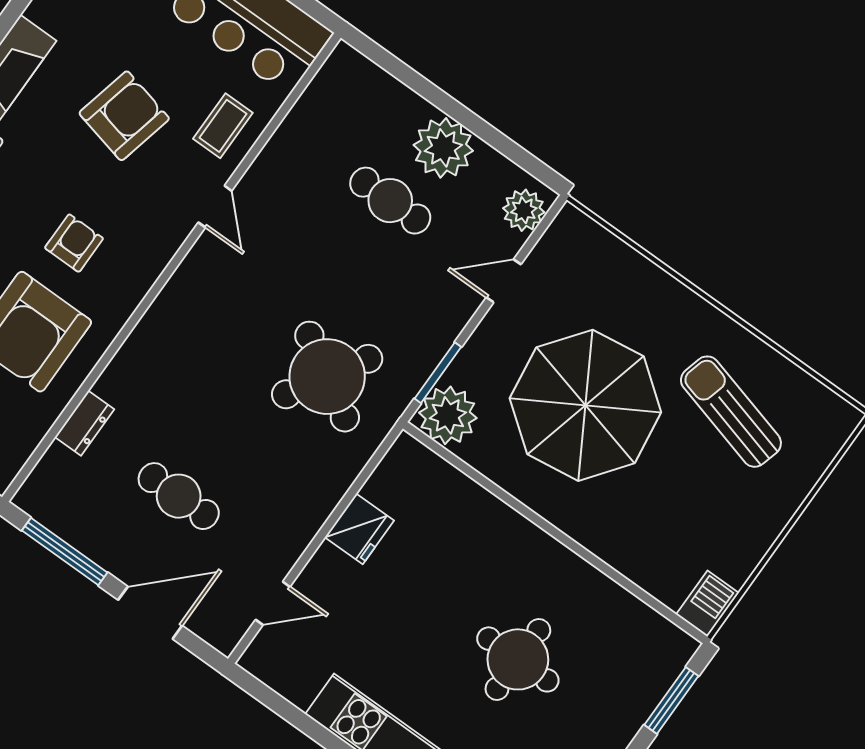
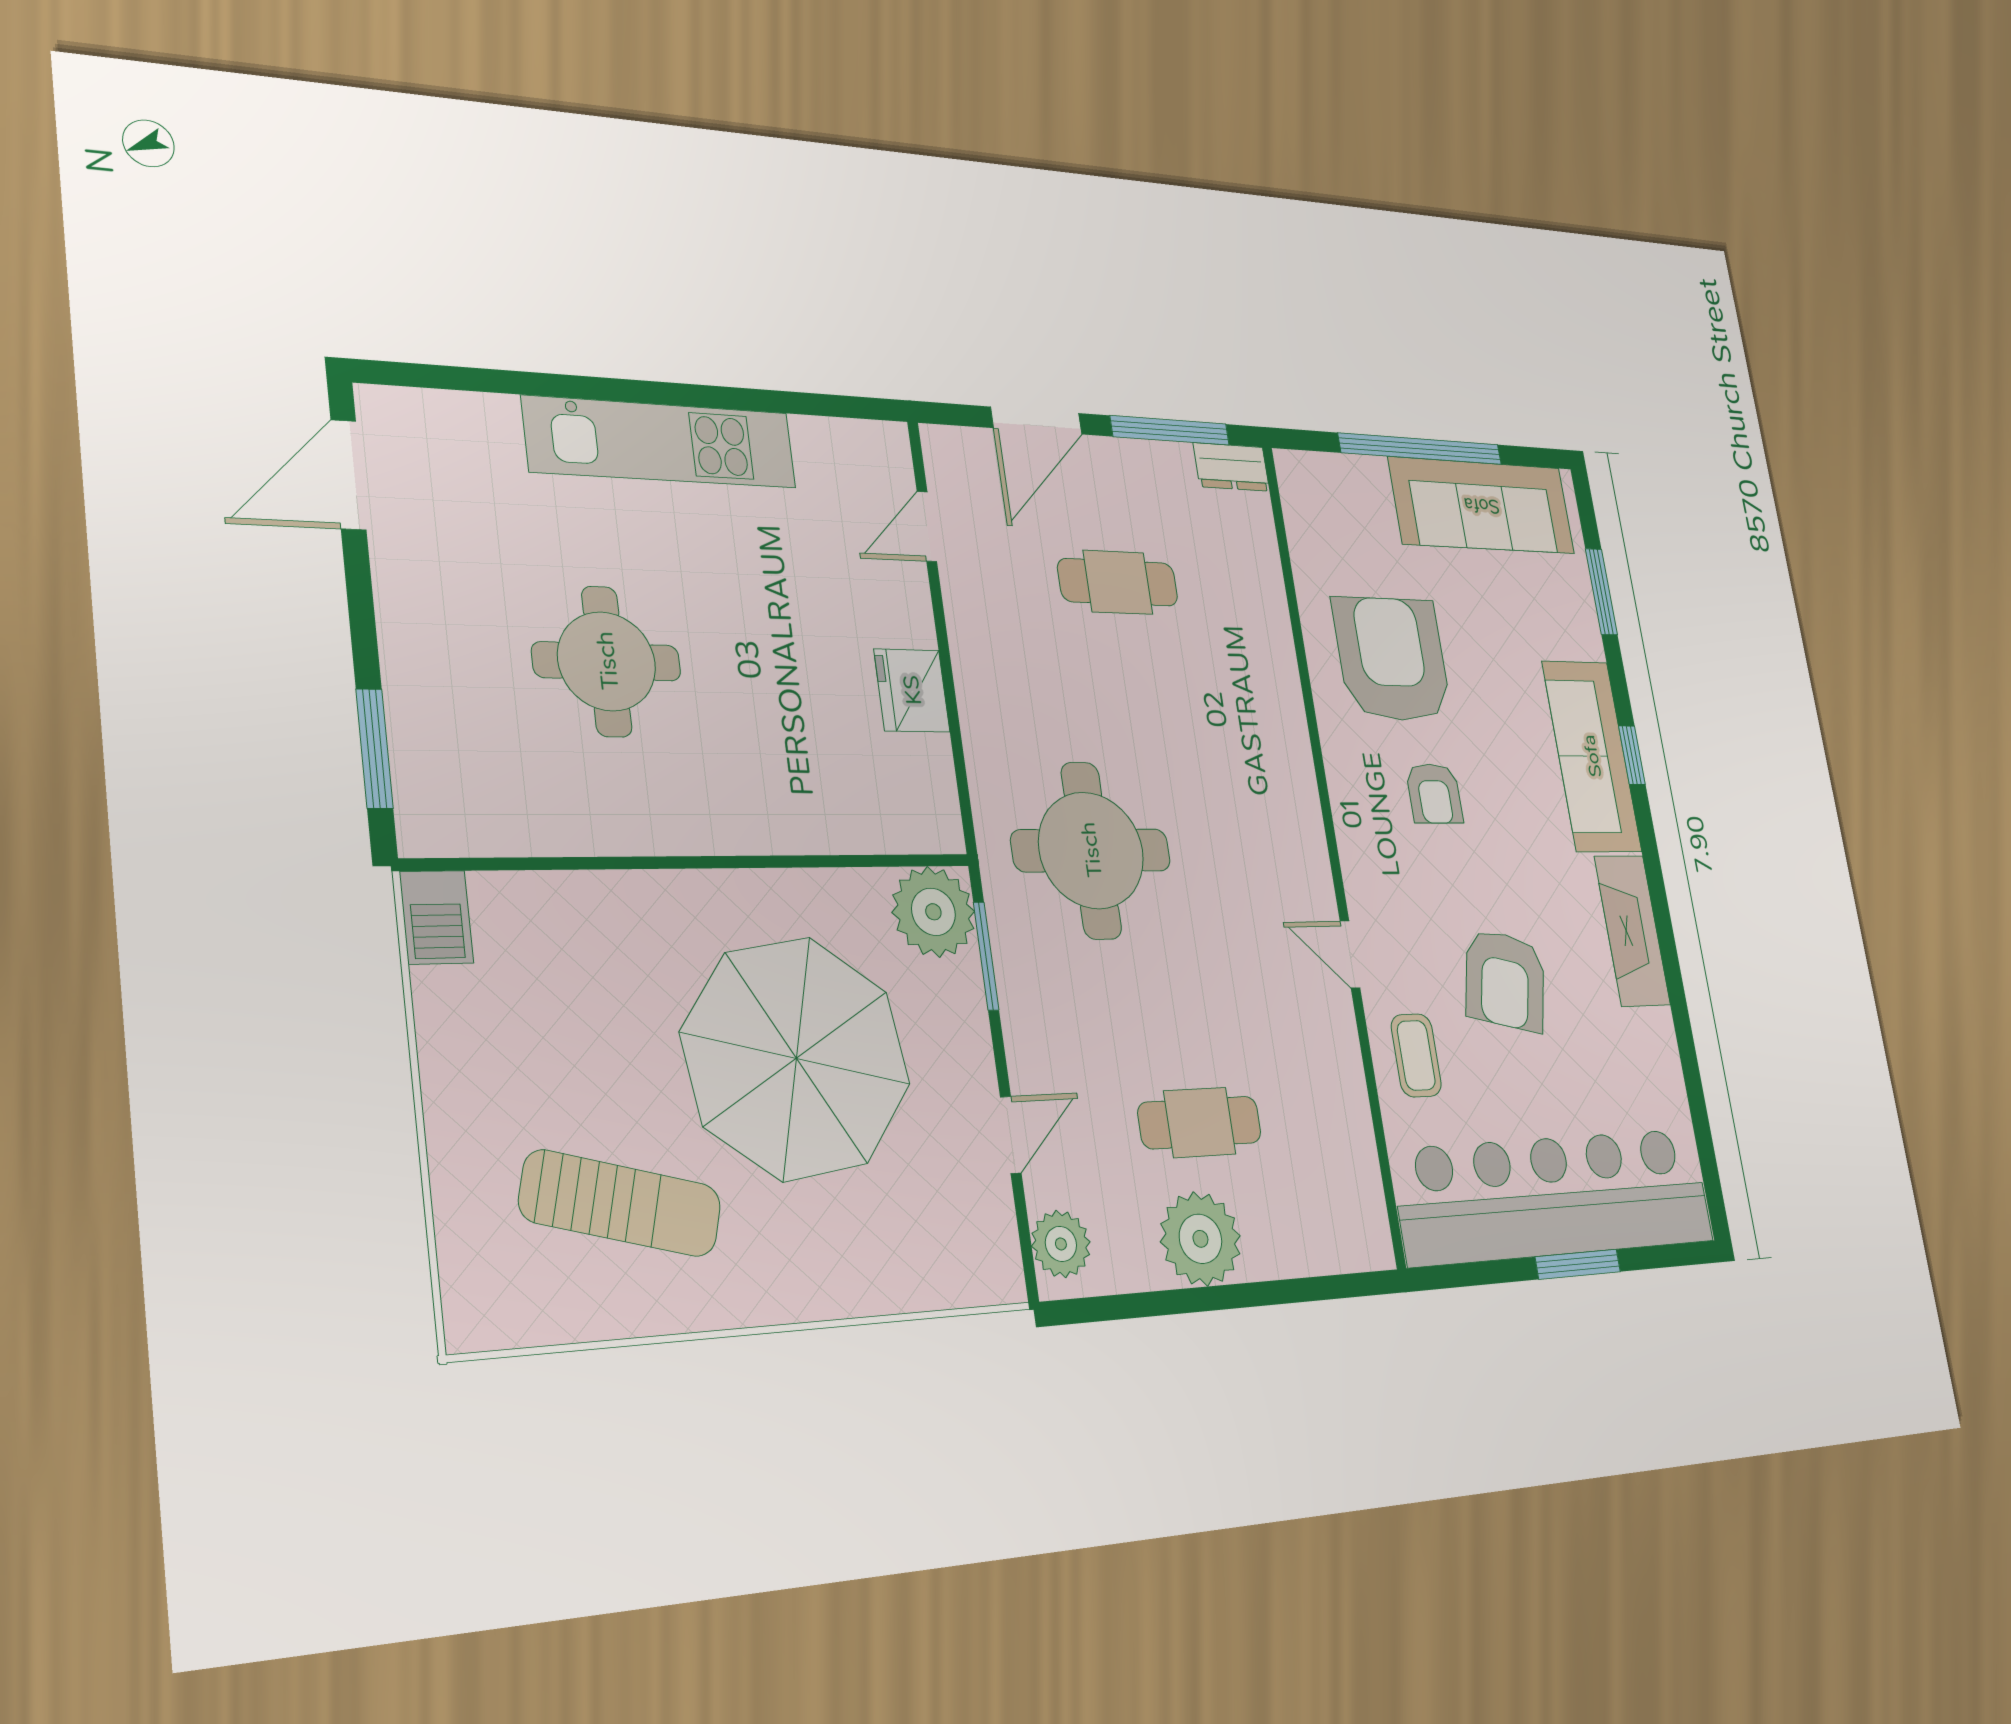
round table: (327, 377) -> (1091, 850), turned -31
dresser: (85, 423) -> (1231, 467), moved, turned -90

